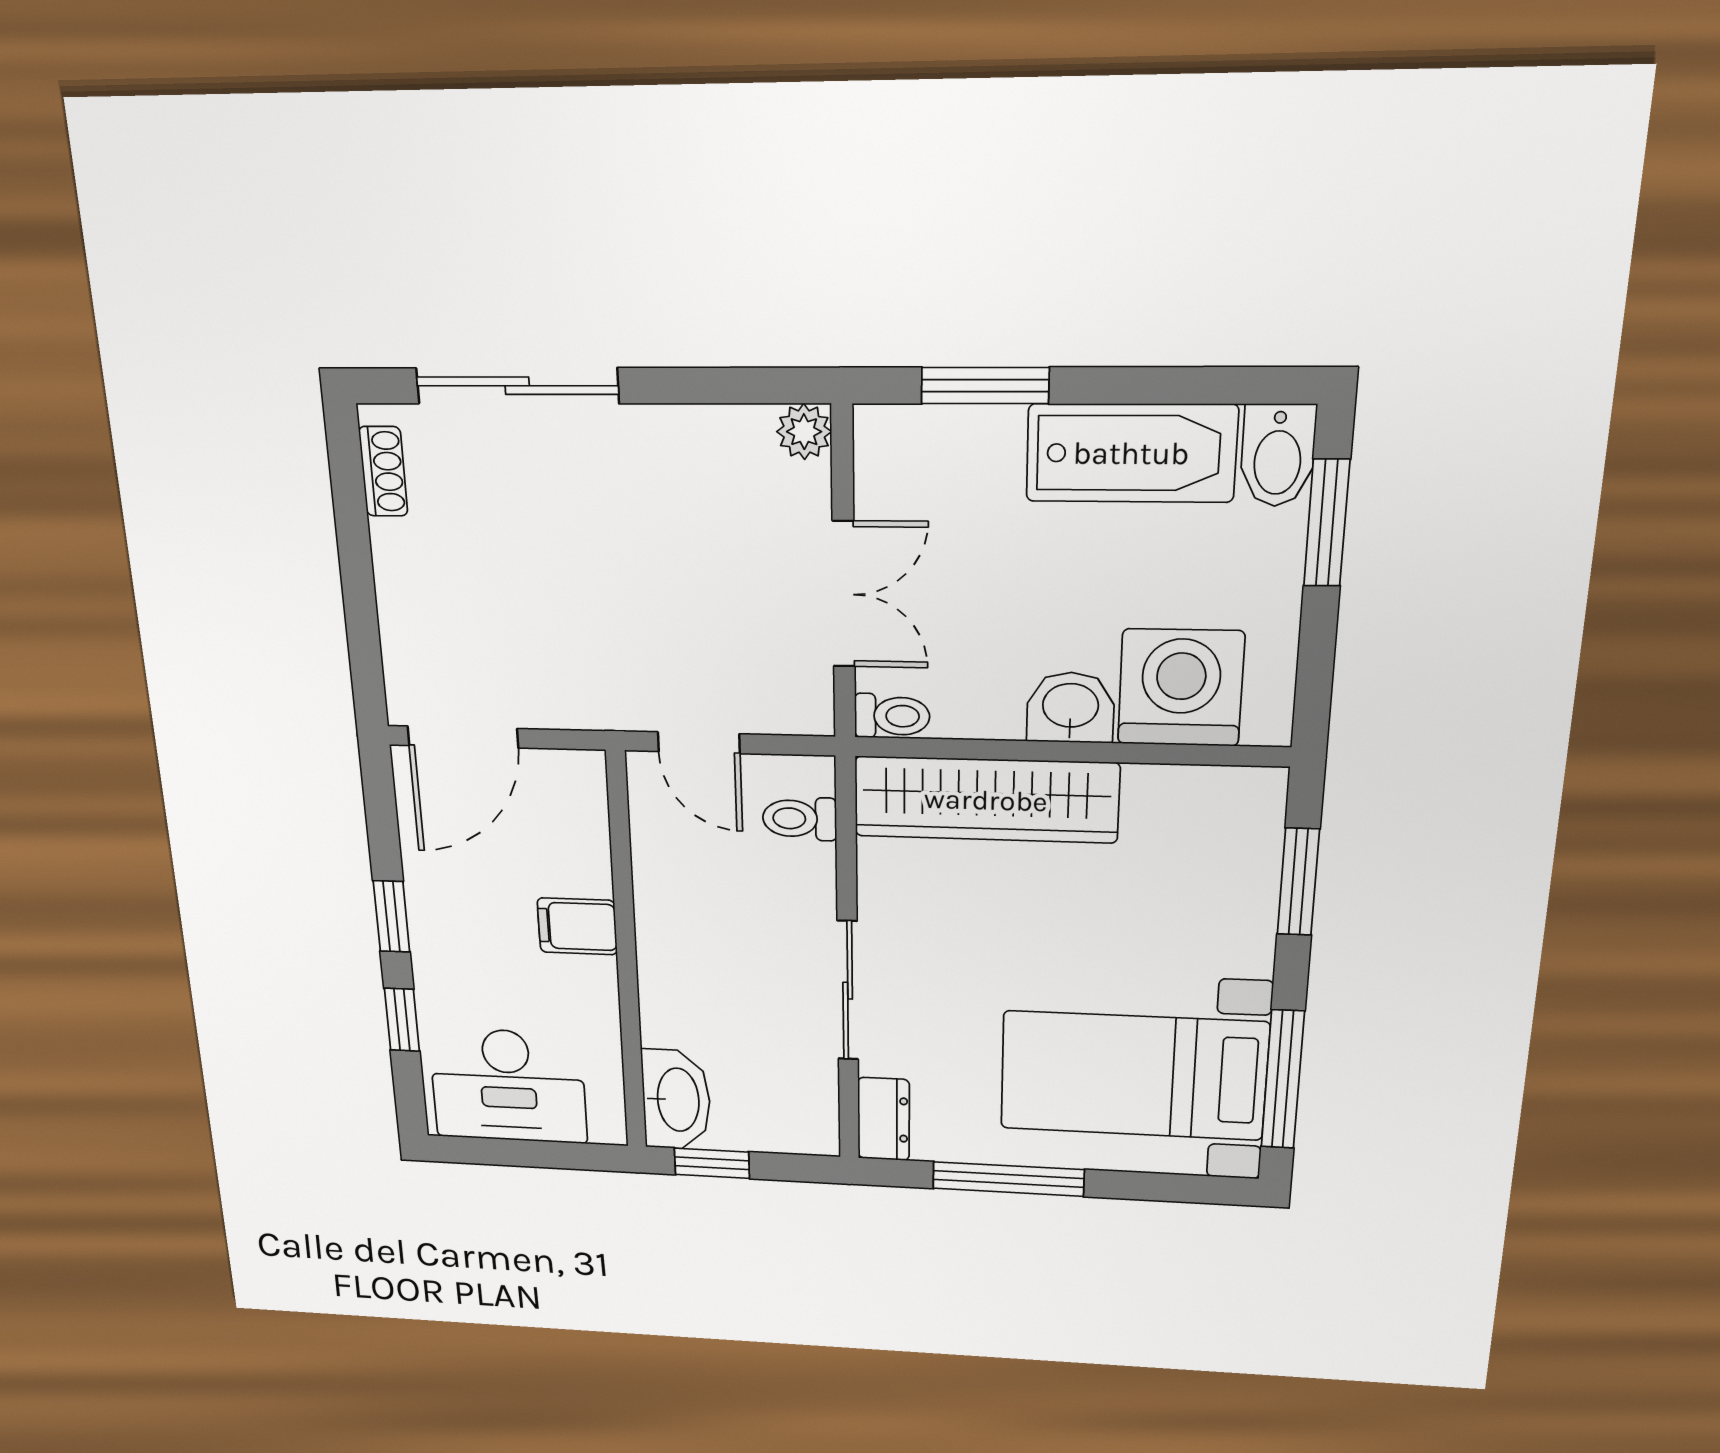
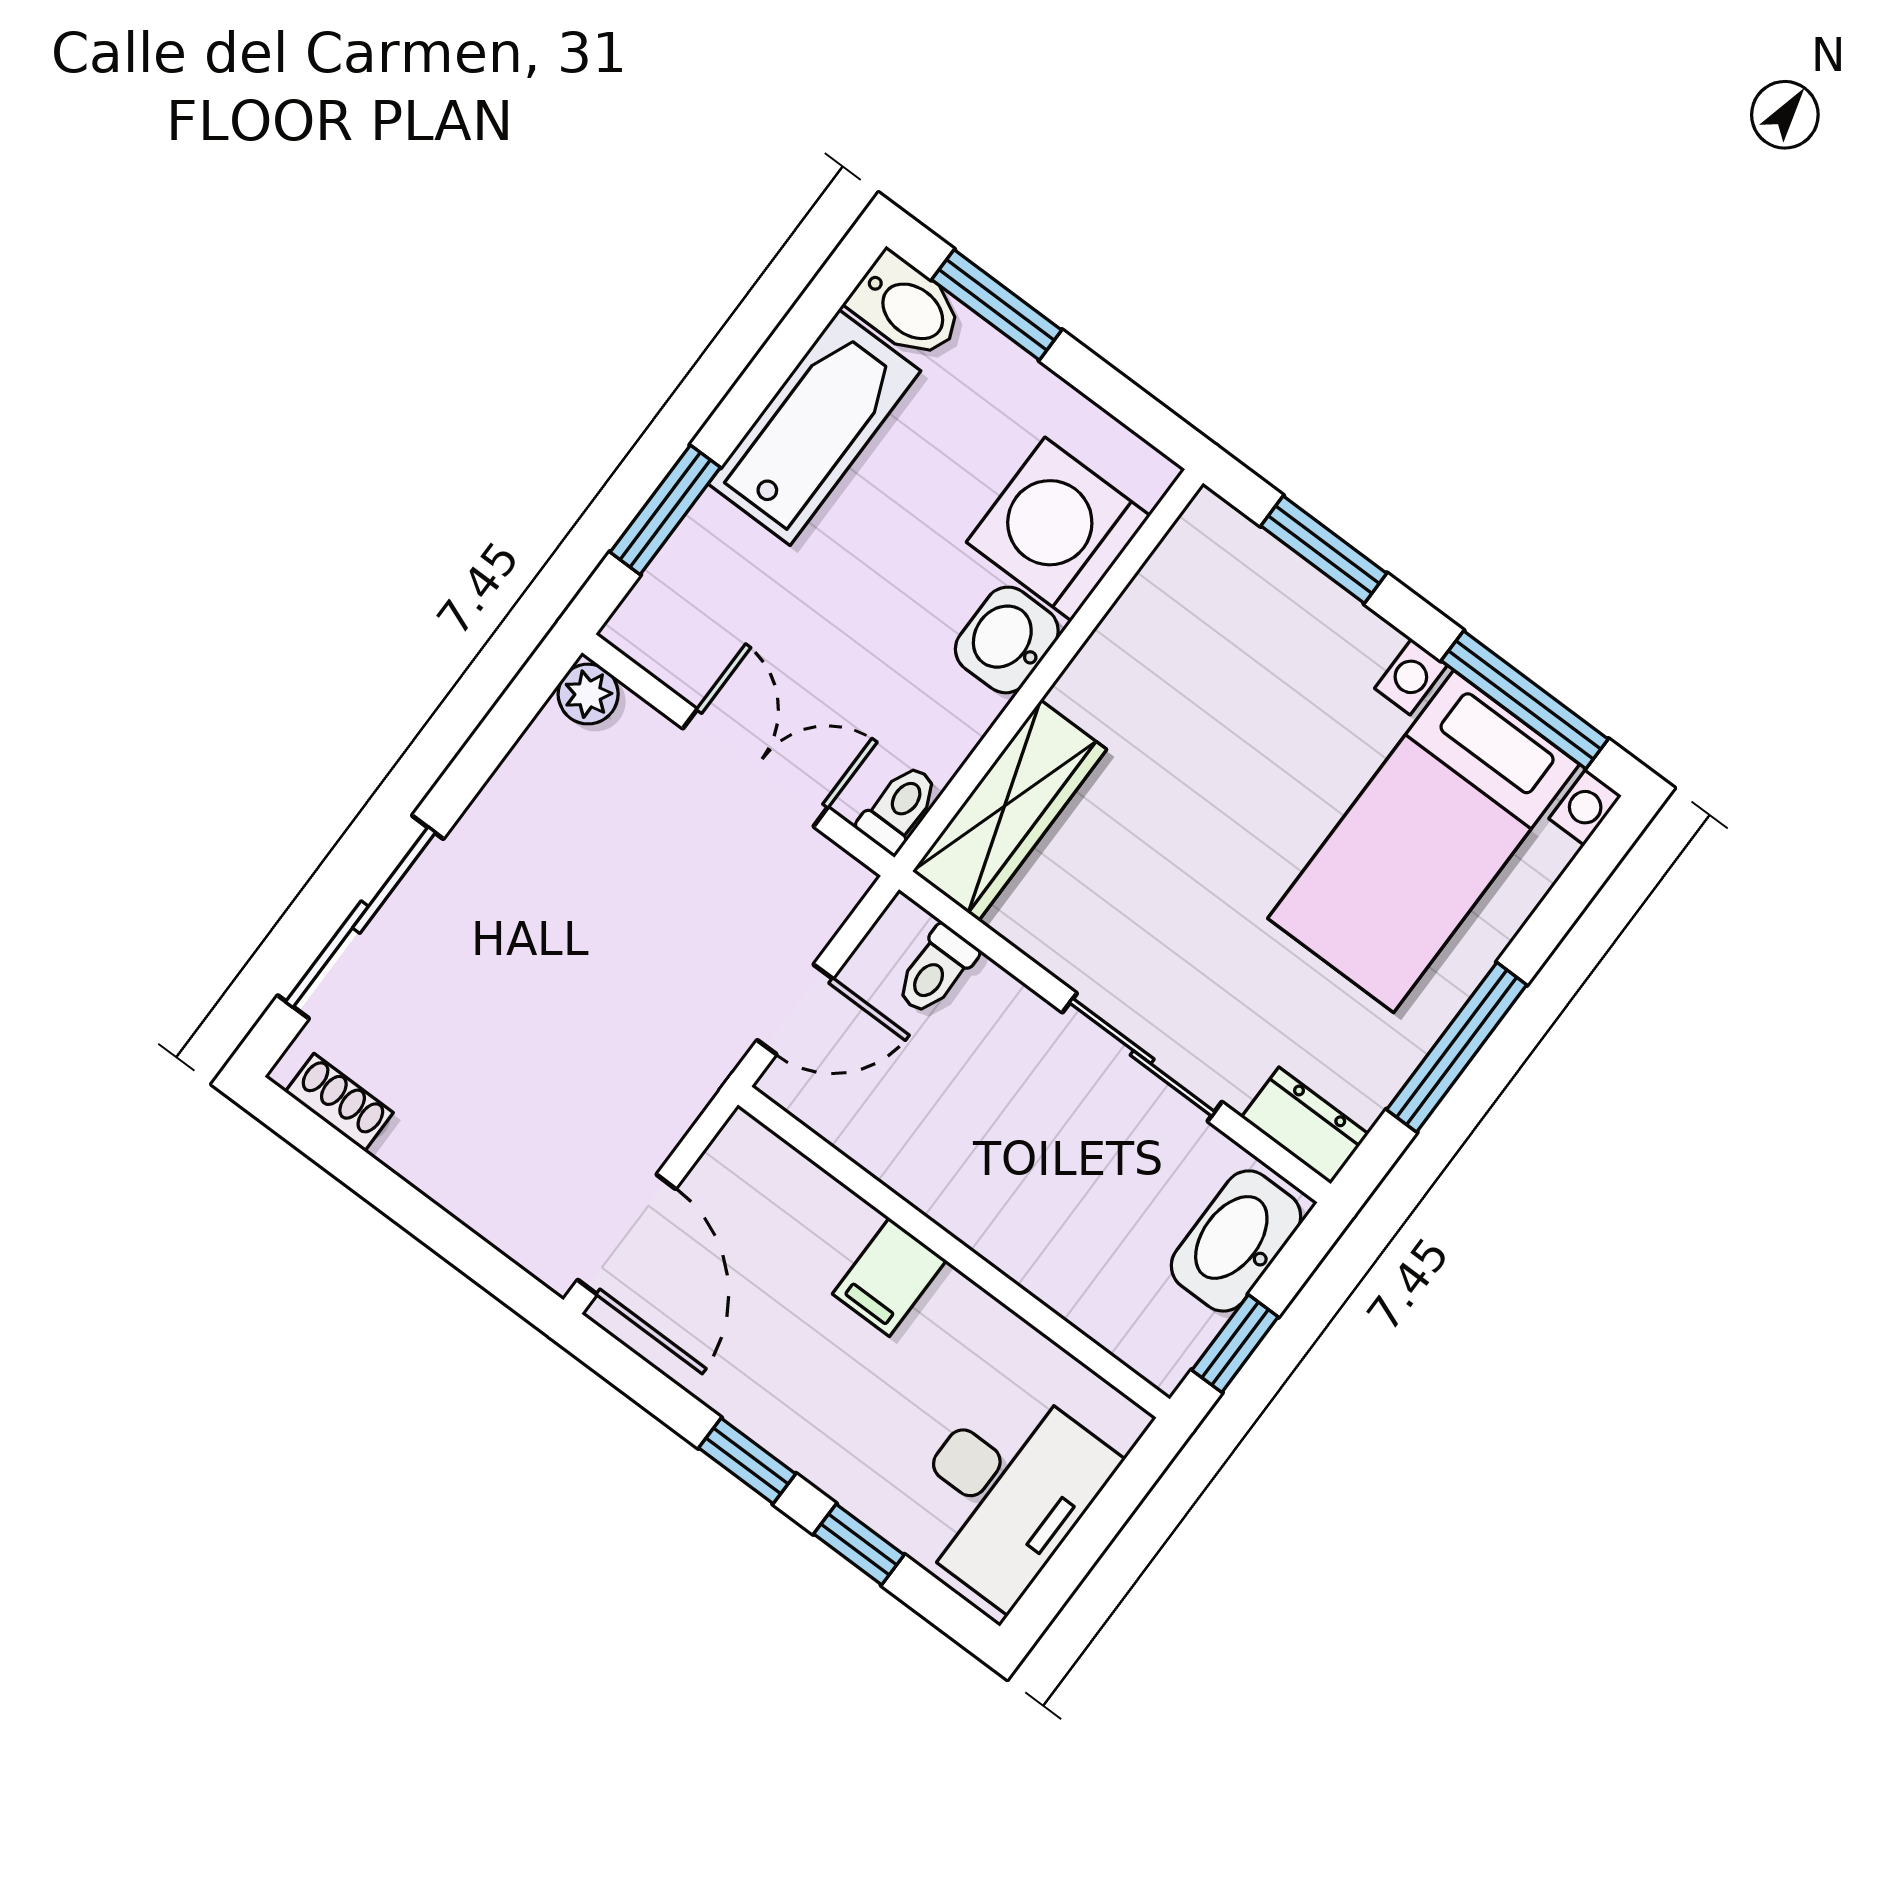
wardrobe: (986, 800) -> (1010, 810), width x0.71, depth x0.85
washbasin: (676, 1100) -> (1236, 1241), moved, turned -90

